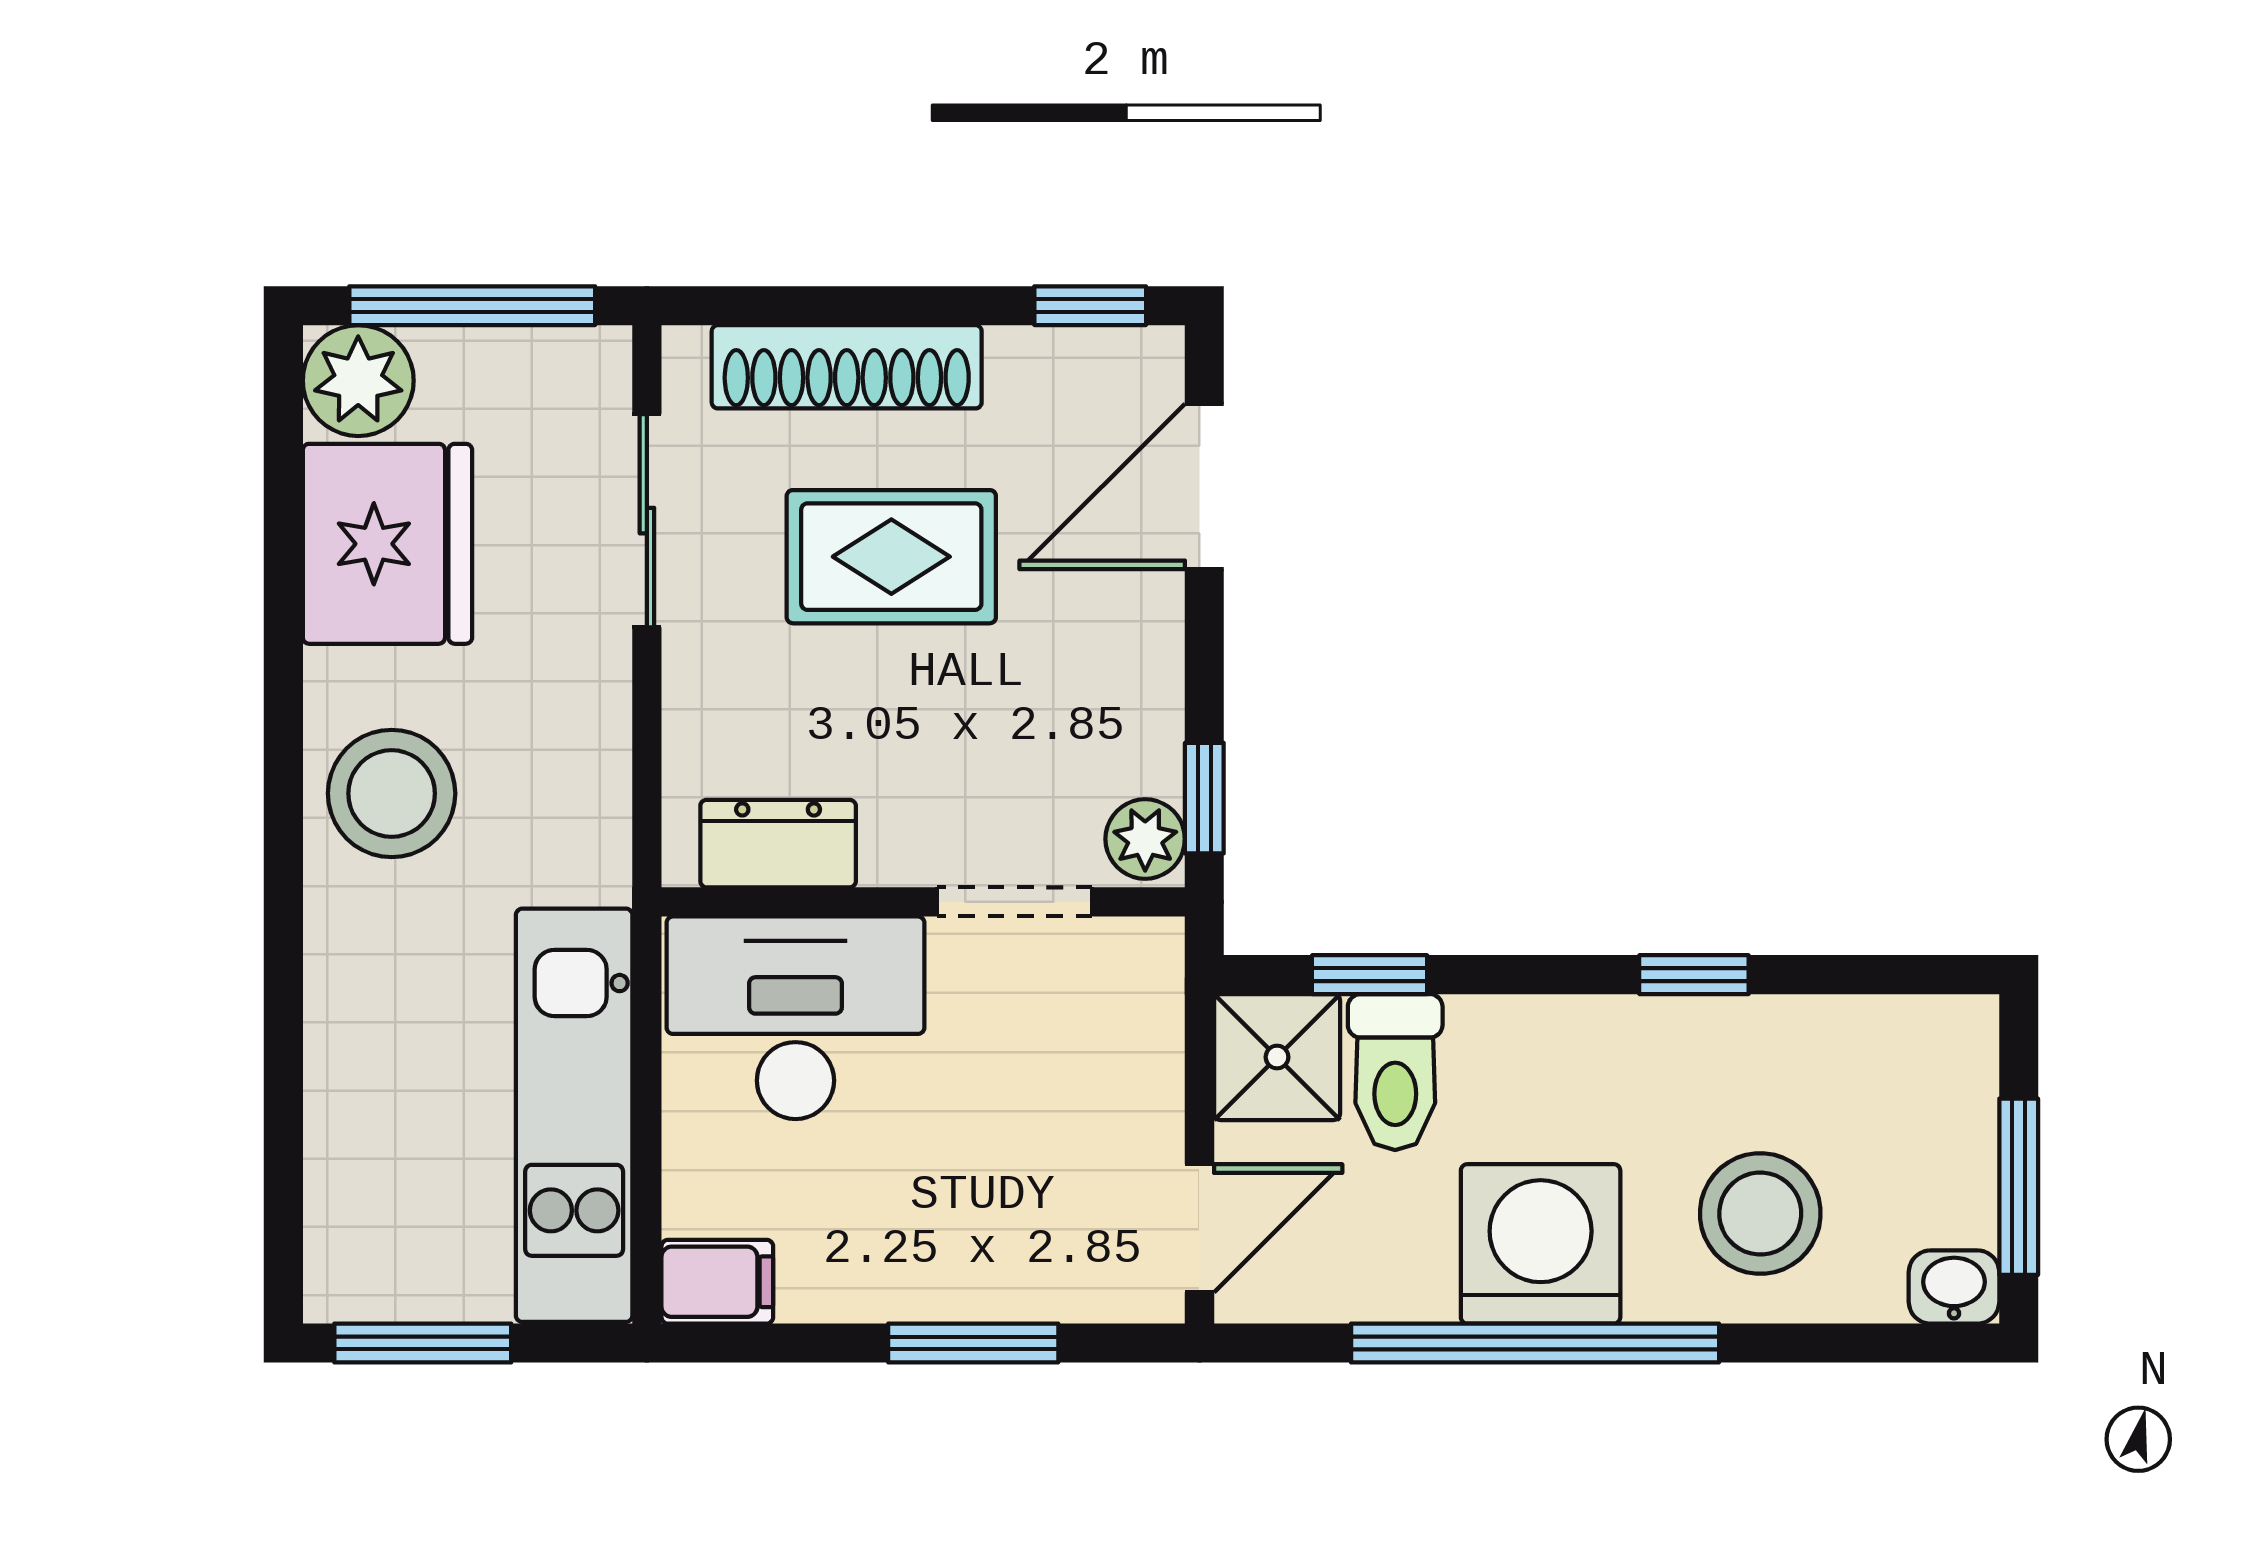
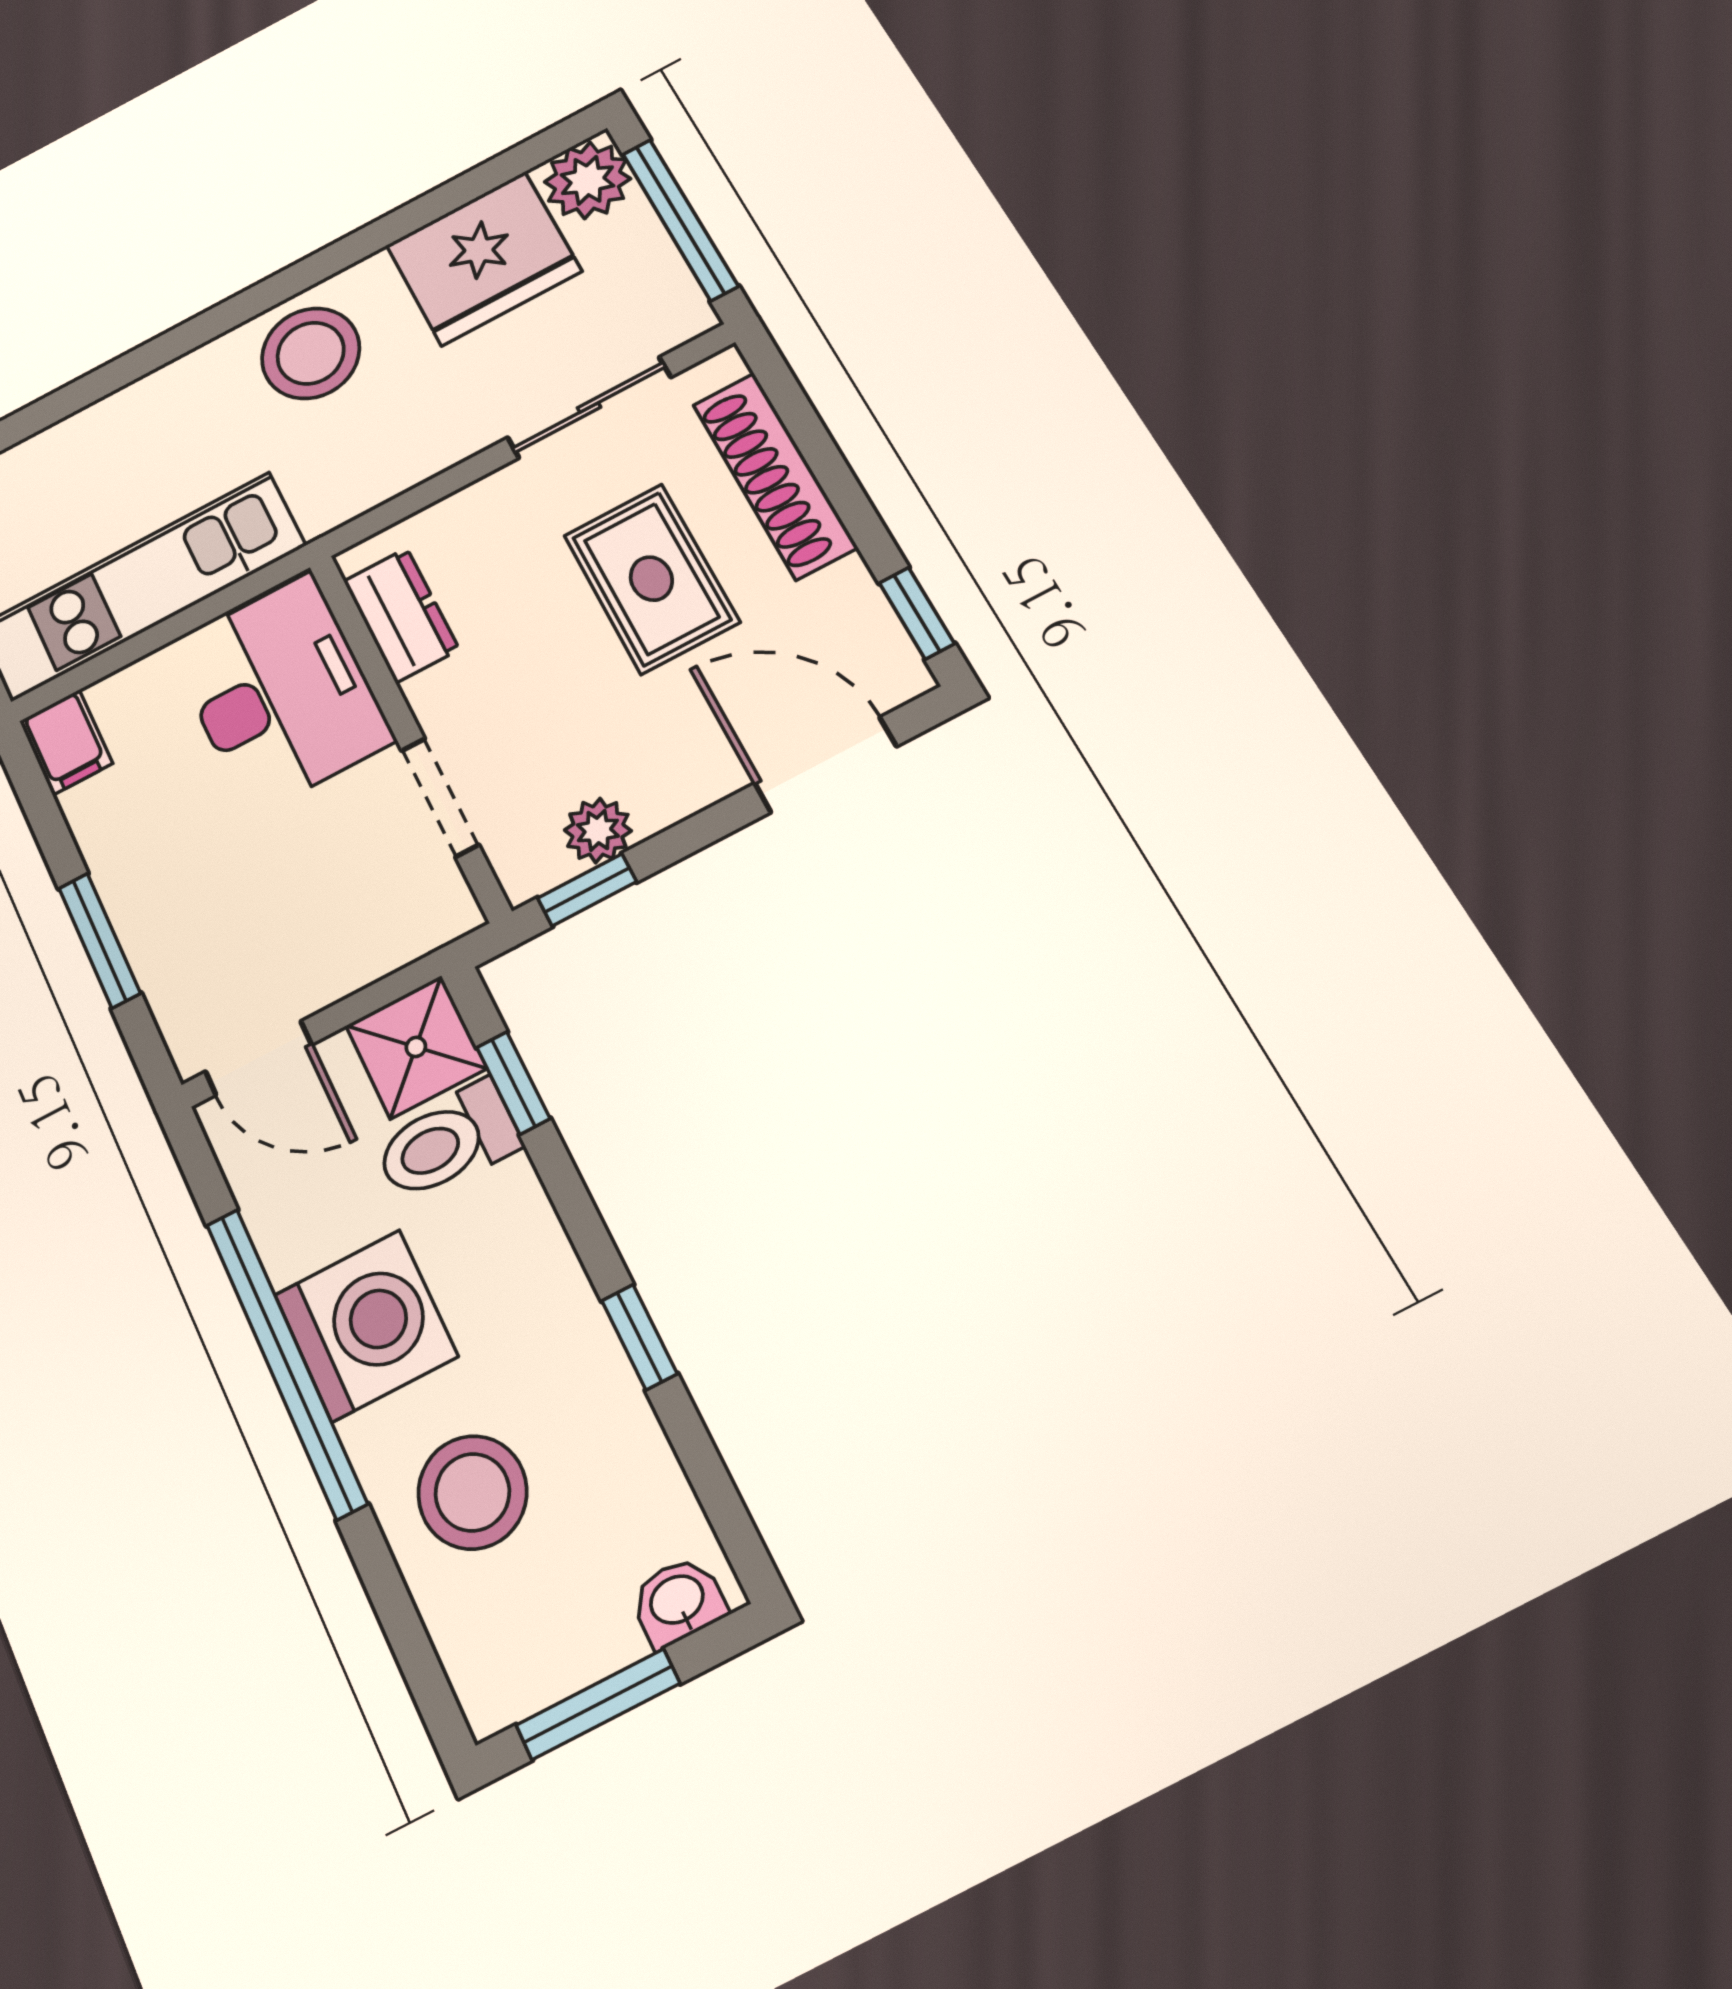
plant: (1145, 839) -> (598, 830), moved
washbasin: (1954, 1287) -> (678, 1601), moved, turned -90

